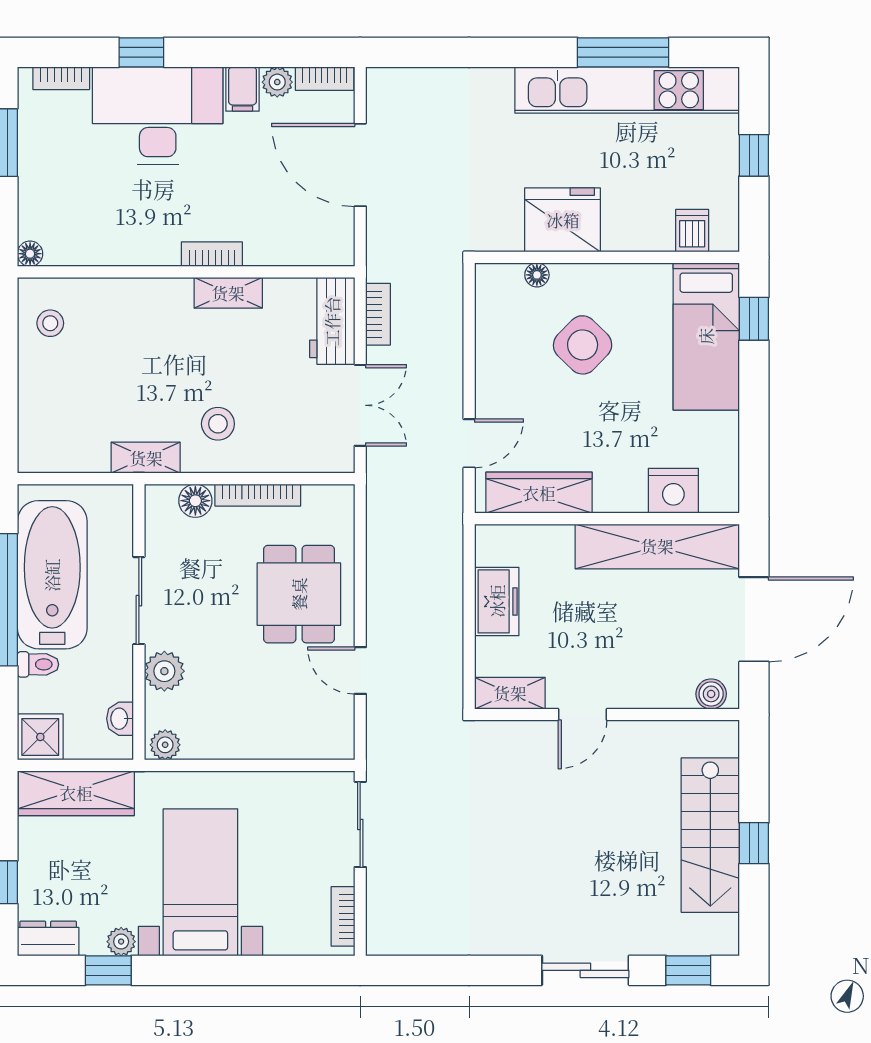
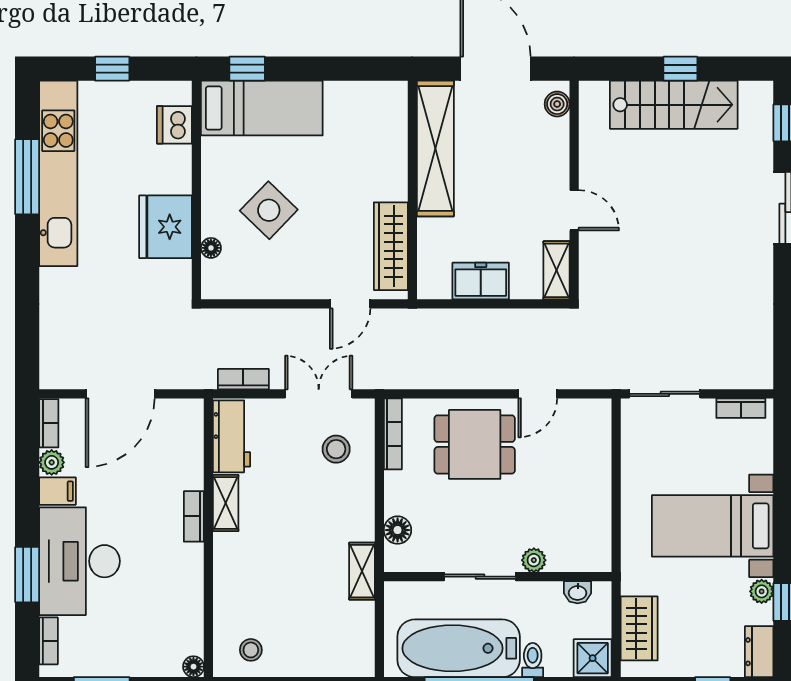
window: (141, 52) -> (27, 575), width x1.50
dishwasher: (692, 231) -> (174, 125), width x1.38
workbench: (332, 321) -> (232, 436), moved, turned -90
stool: (218, 424) -> (336, 449), moved
door: (469, 443) -> (350, 304), swing flipped
nightstand: (673, 491) -> (389, 135), removed
bookcase: (258, 495) -> (393, 434), moved
plant: (164, 671) -> (534, 560), width x0.73, depth x0.73
plant: (165, 745) -> (599, 555), removed
wardrobe: (76, 793) -> (639, 628), width x0.67

